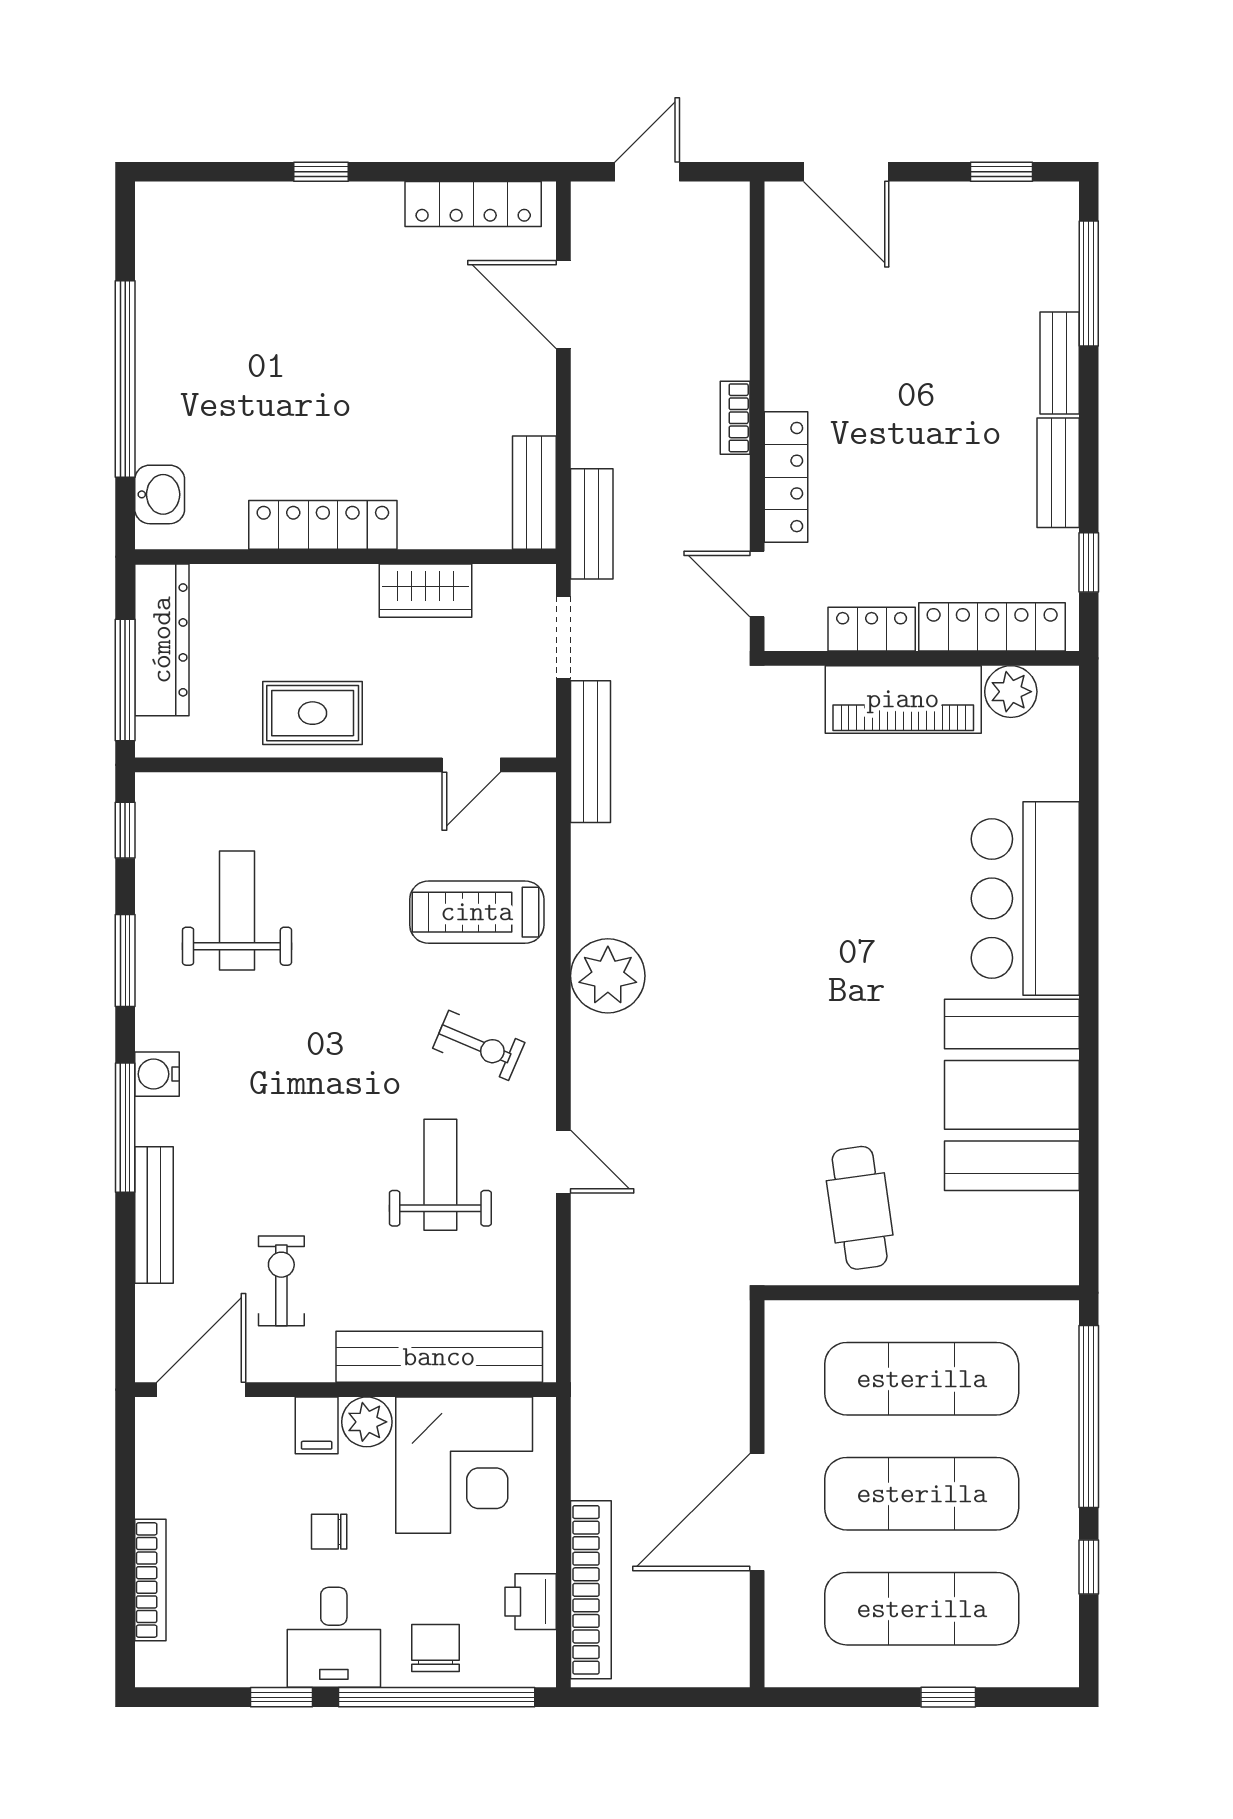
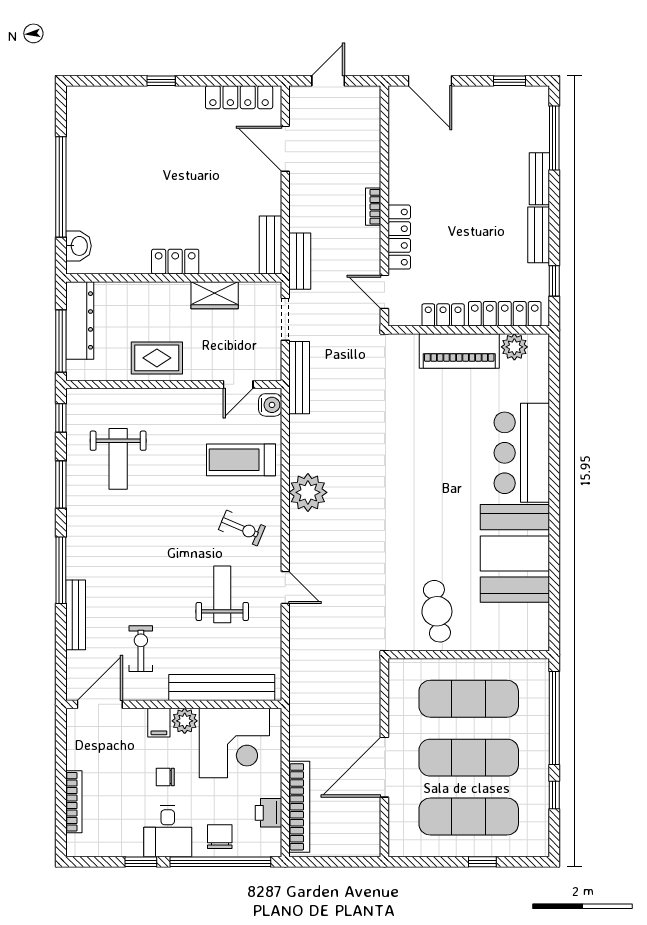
locker: (323, 525) -> (175, 262), width x0.66
weight bench: (237, 910) -> (118, 459), turned 180
water cooler: (157, 1074) -> (270, 405), moved, turned 180

